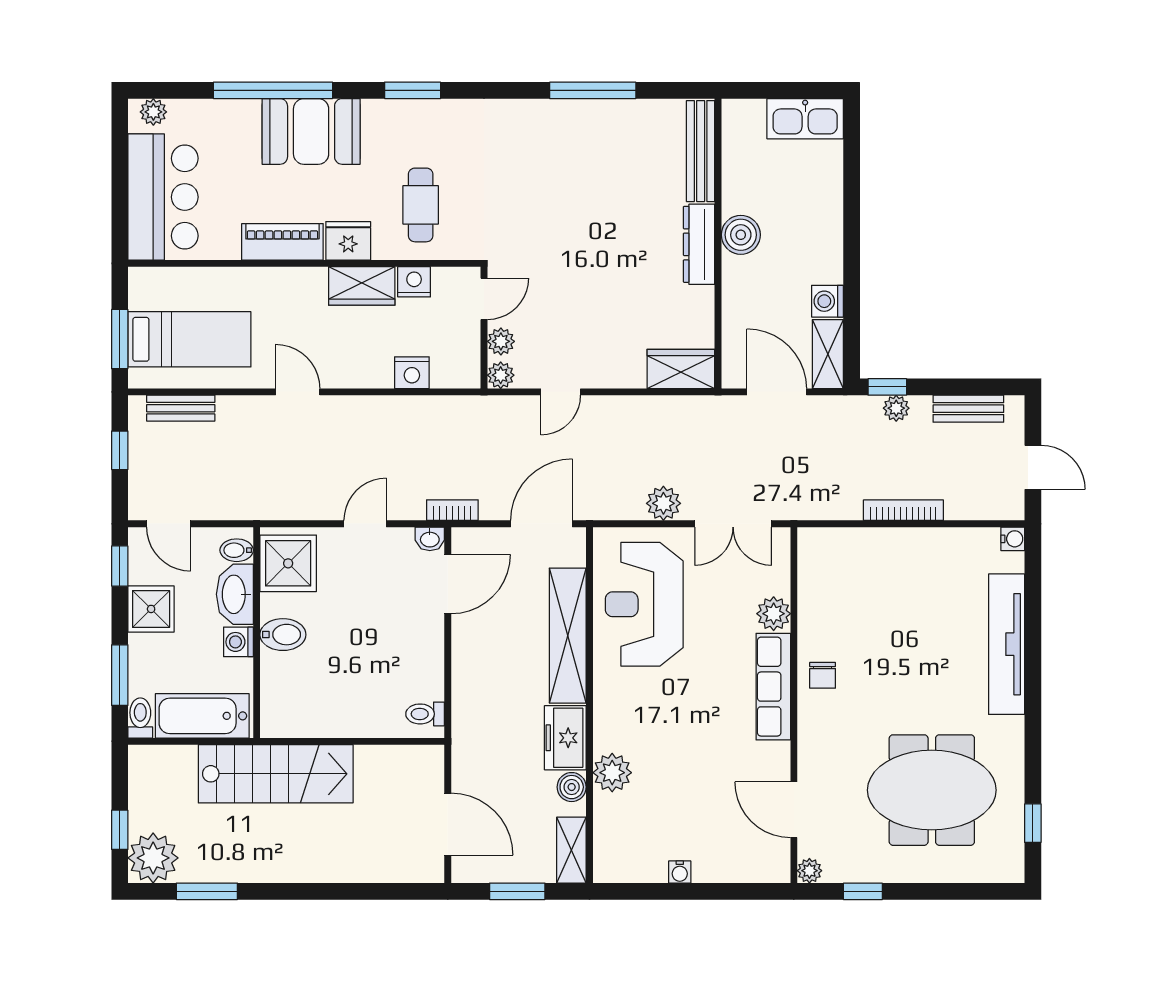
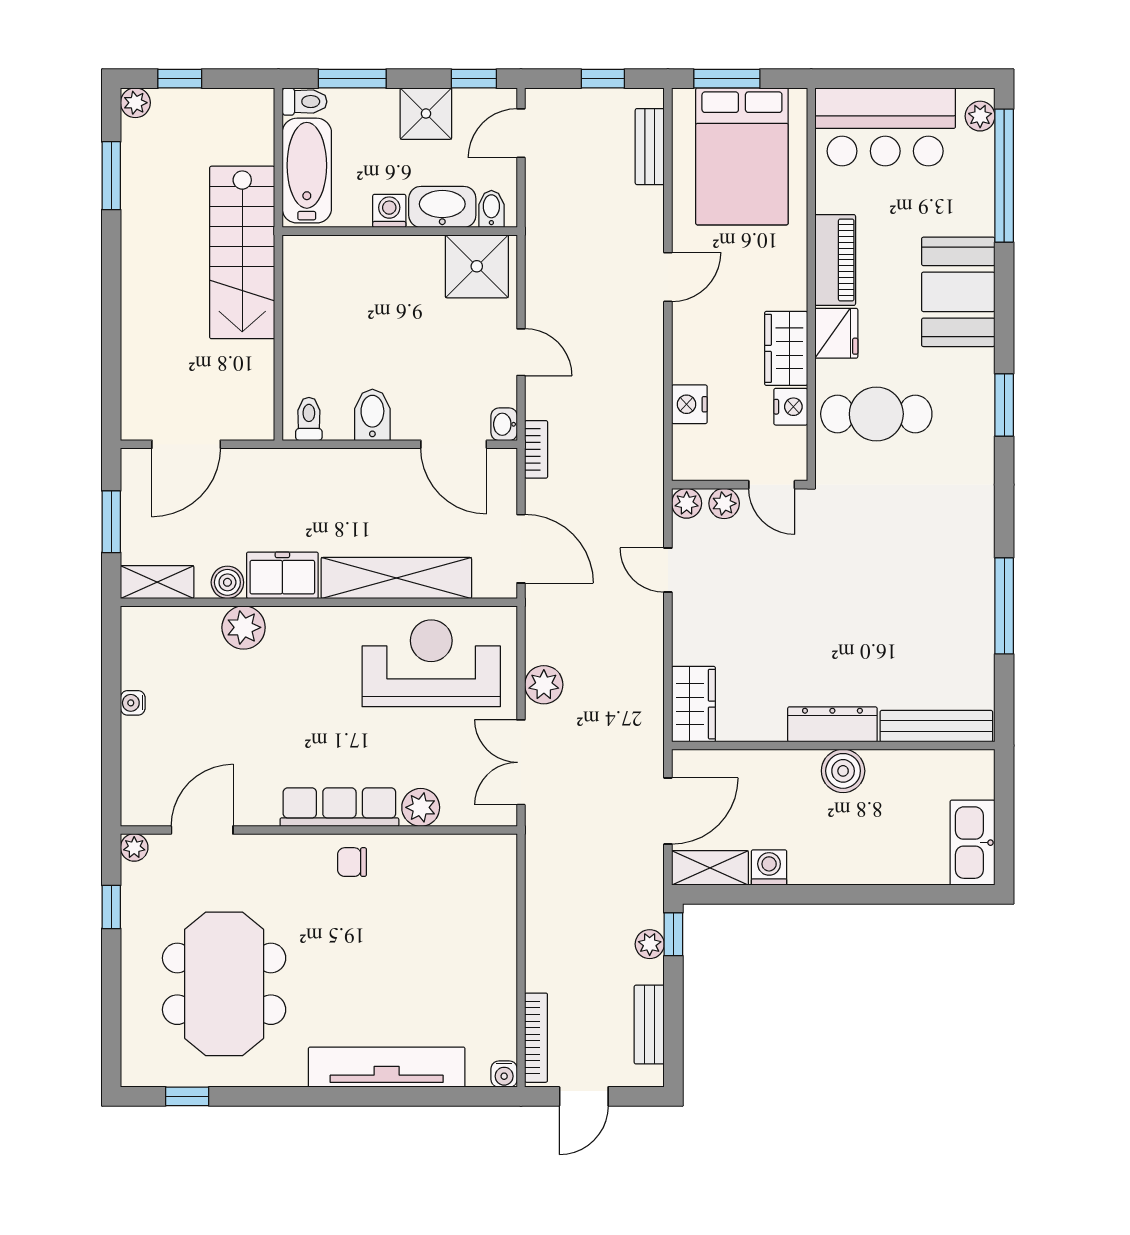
window: (273, 90) -> (1004, 176), moved
cafe table: (421, 205) -> (876, 414), width x1.37, depth x1.35
bed: (189, 339) -> (742, 156), width x1.50
bookcase: (903, 510) -> (536, 1038), moved
bidet: (283, 635) -> (372, 415), moved, turned 180
plant: (153, 858) -> (135, 103), width x0.53, depth x0.53

